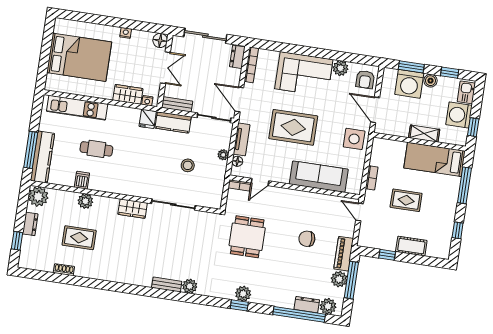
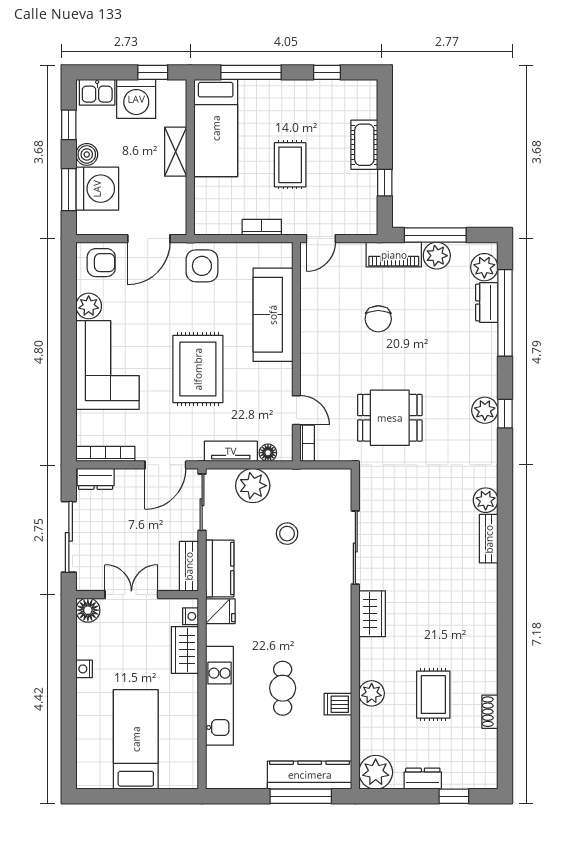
bed: (79, 57) -> (136, 739), width x0.67
kitchen unit: (77, 108) -> (219, 696), moved
plant: (223, 155) -> (253, 486), width x1.88, depth x1.88

